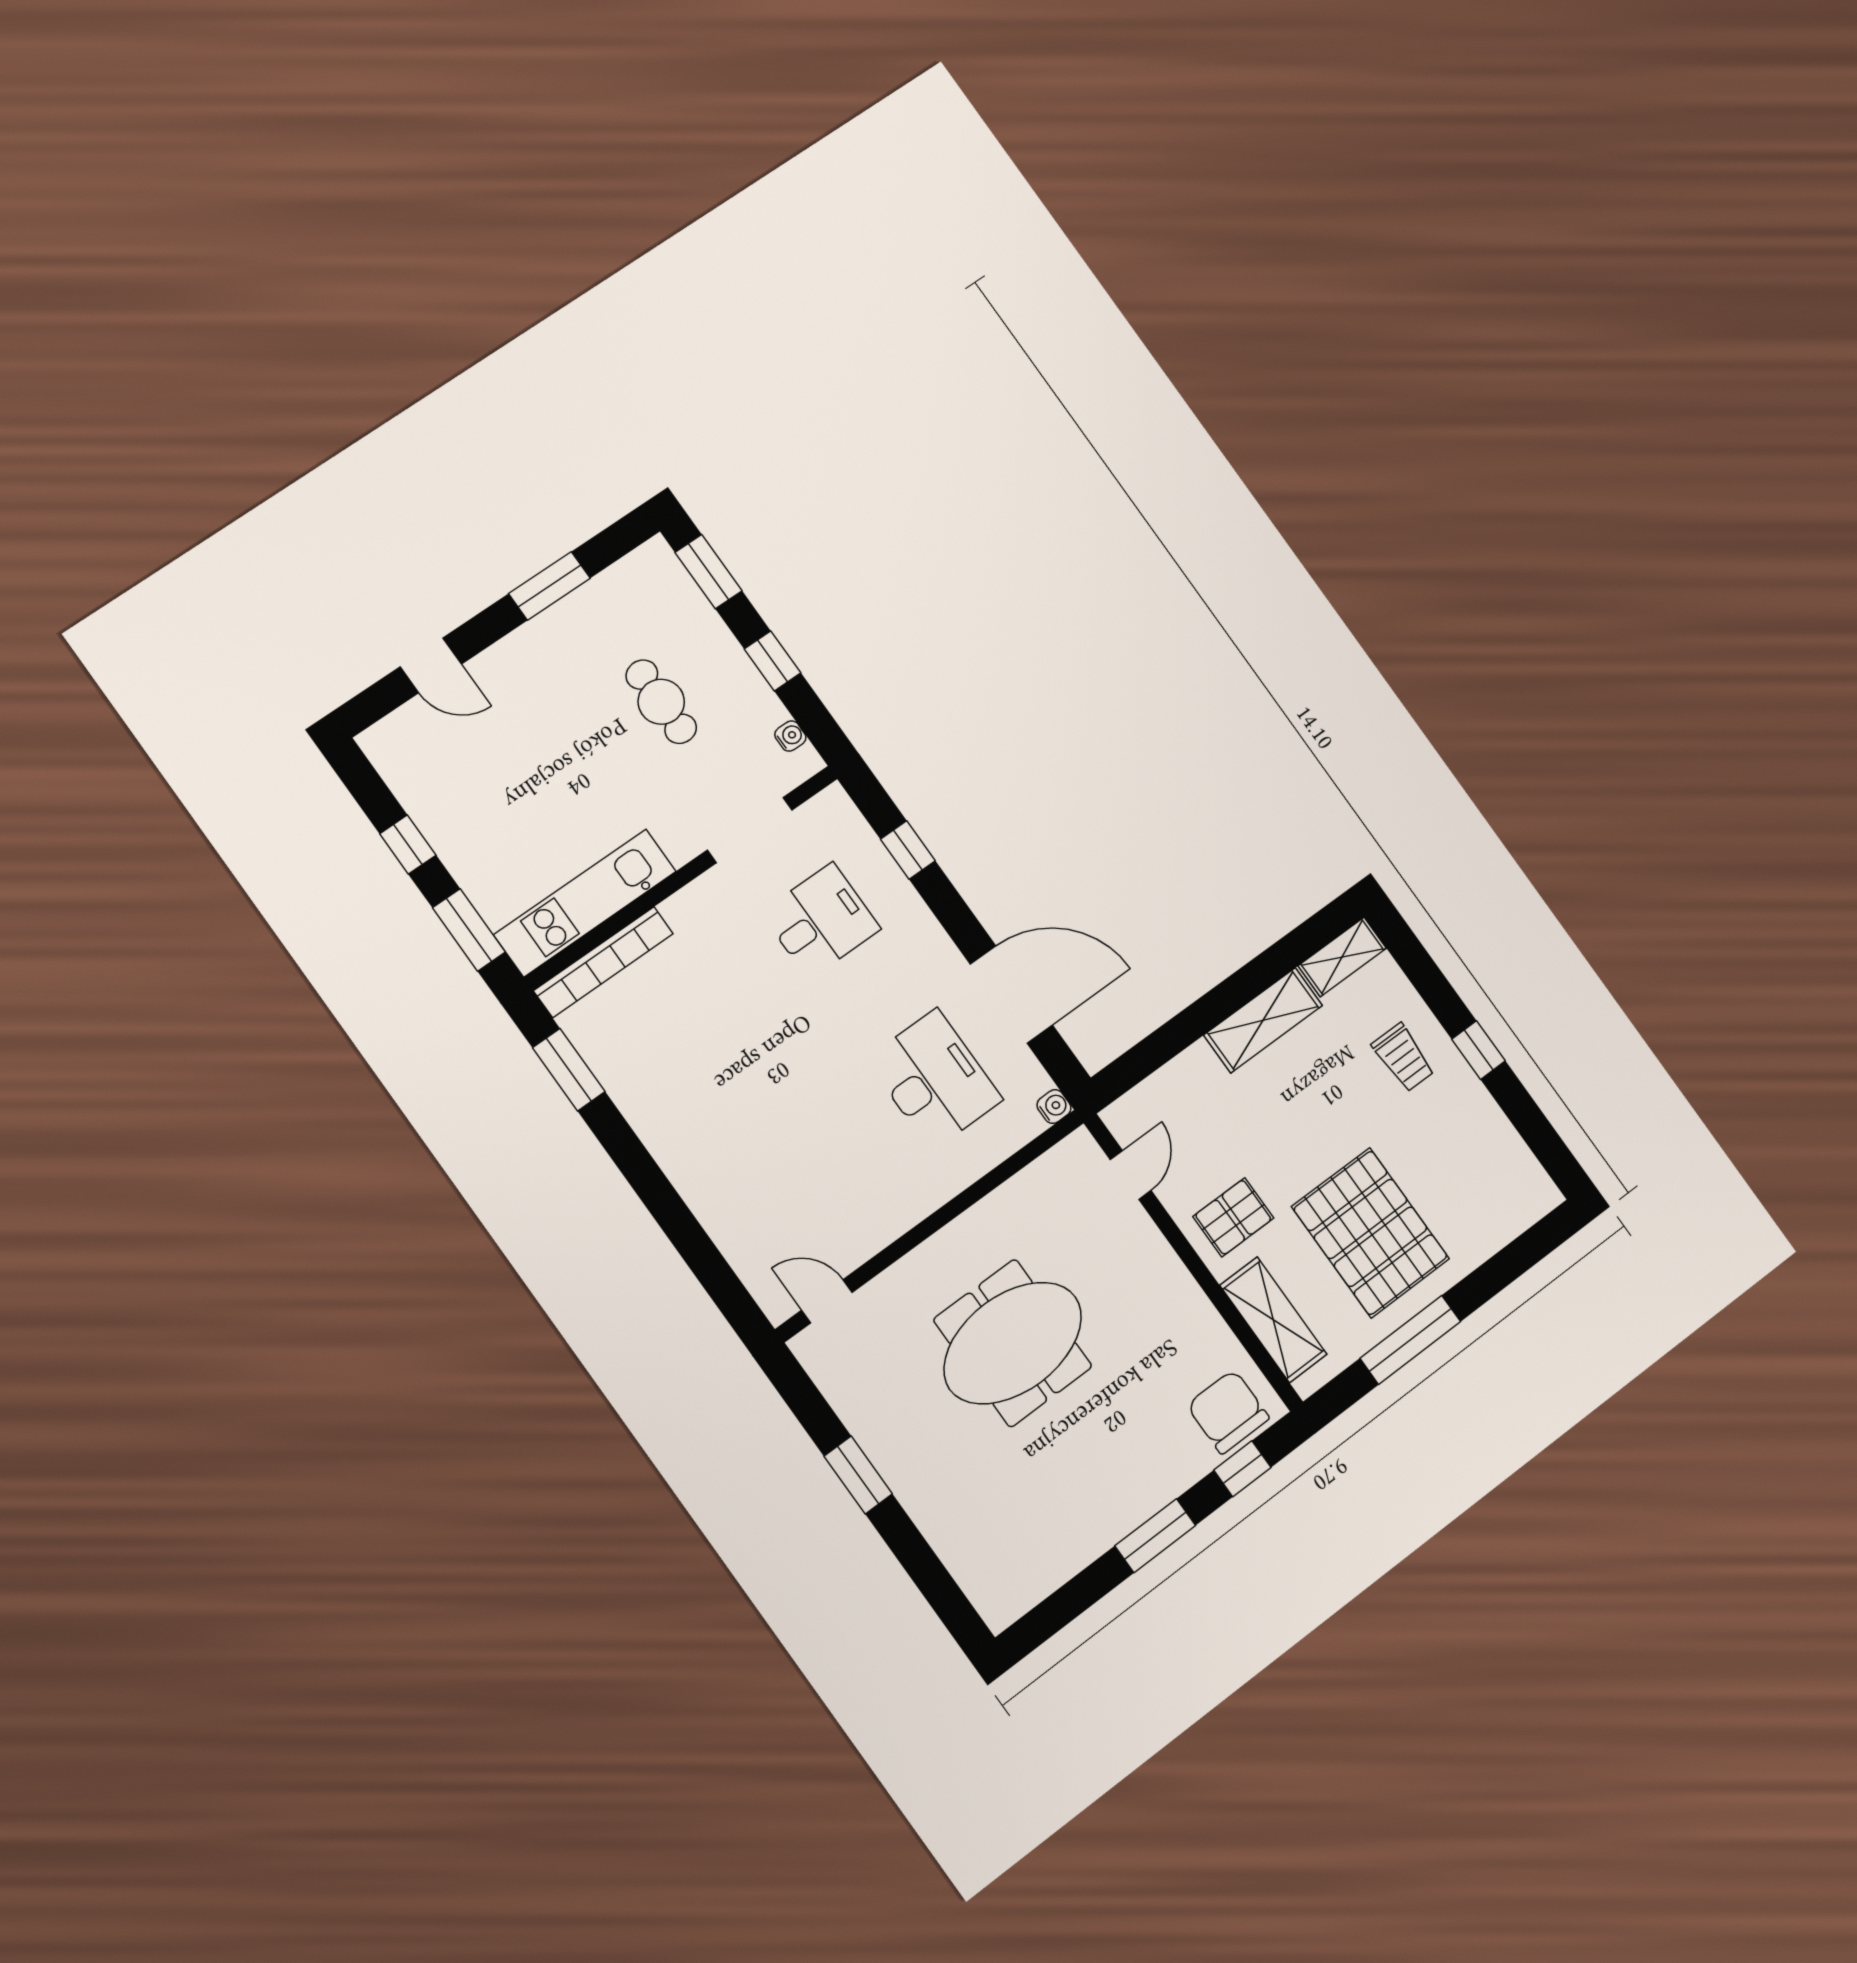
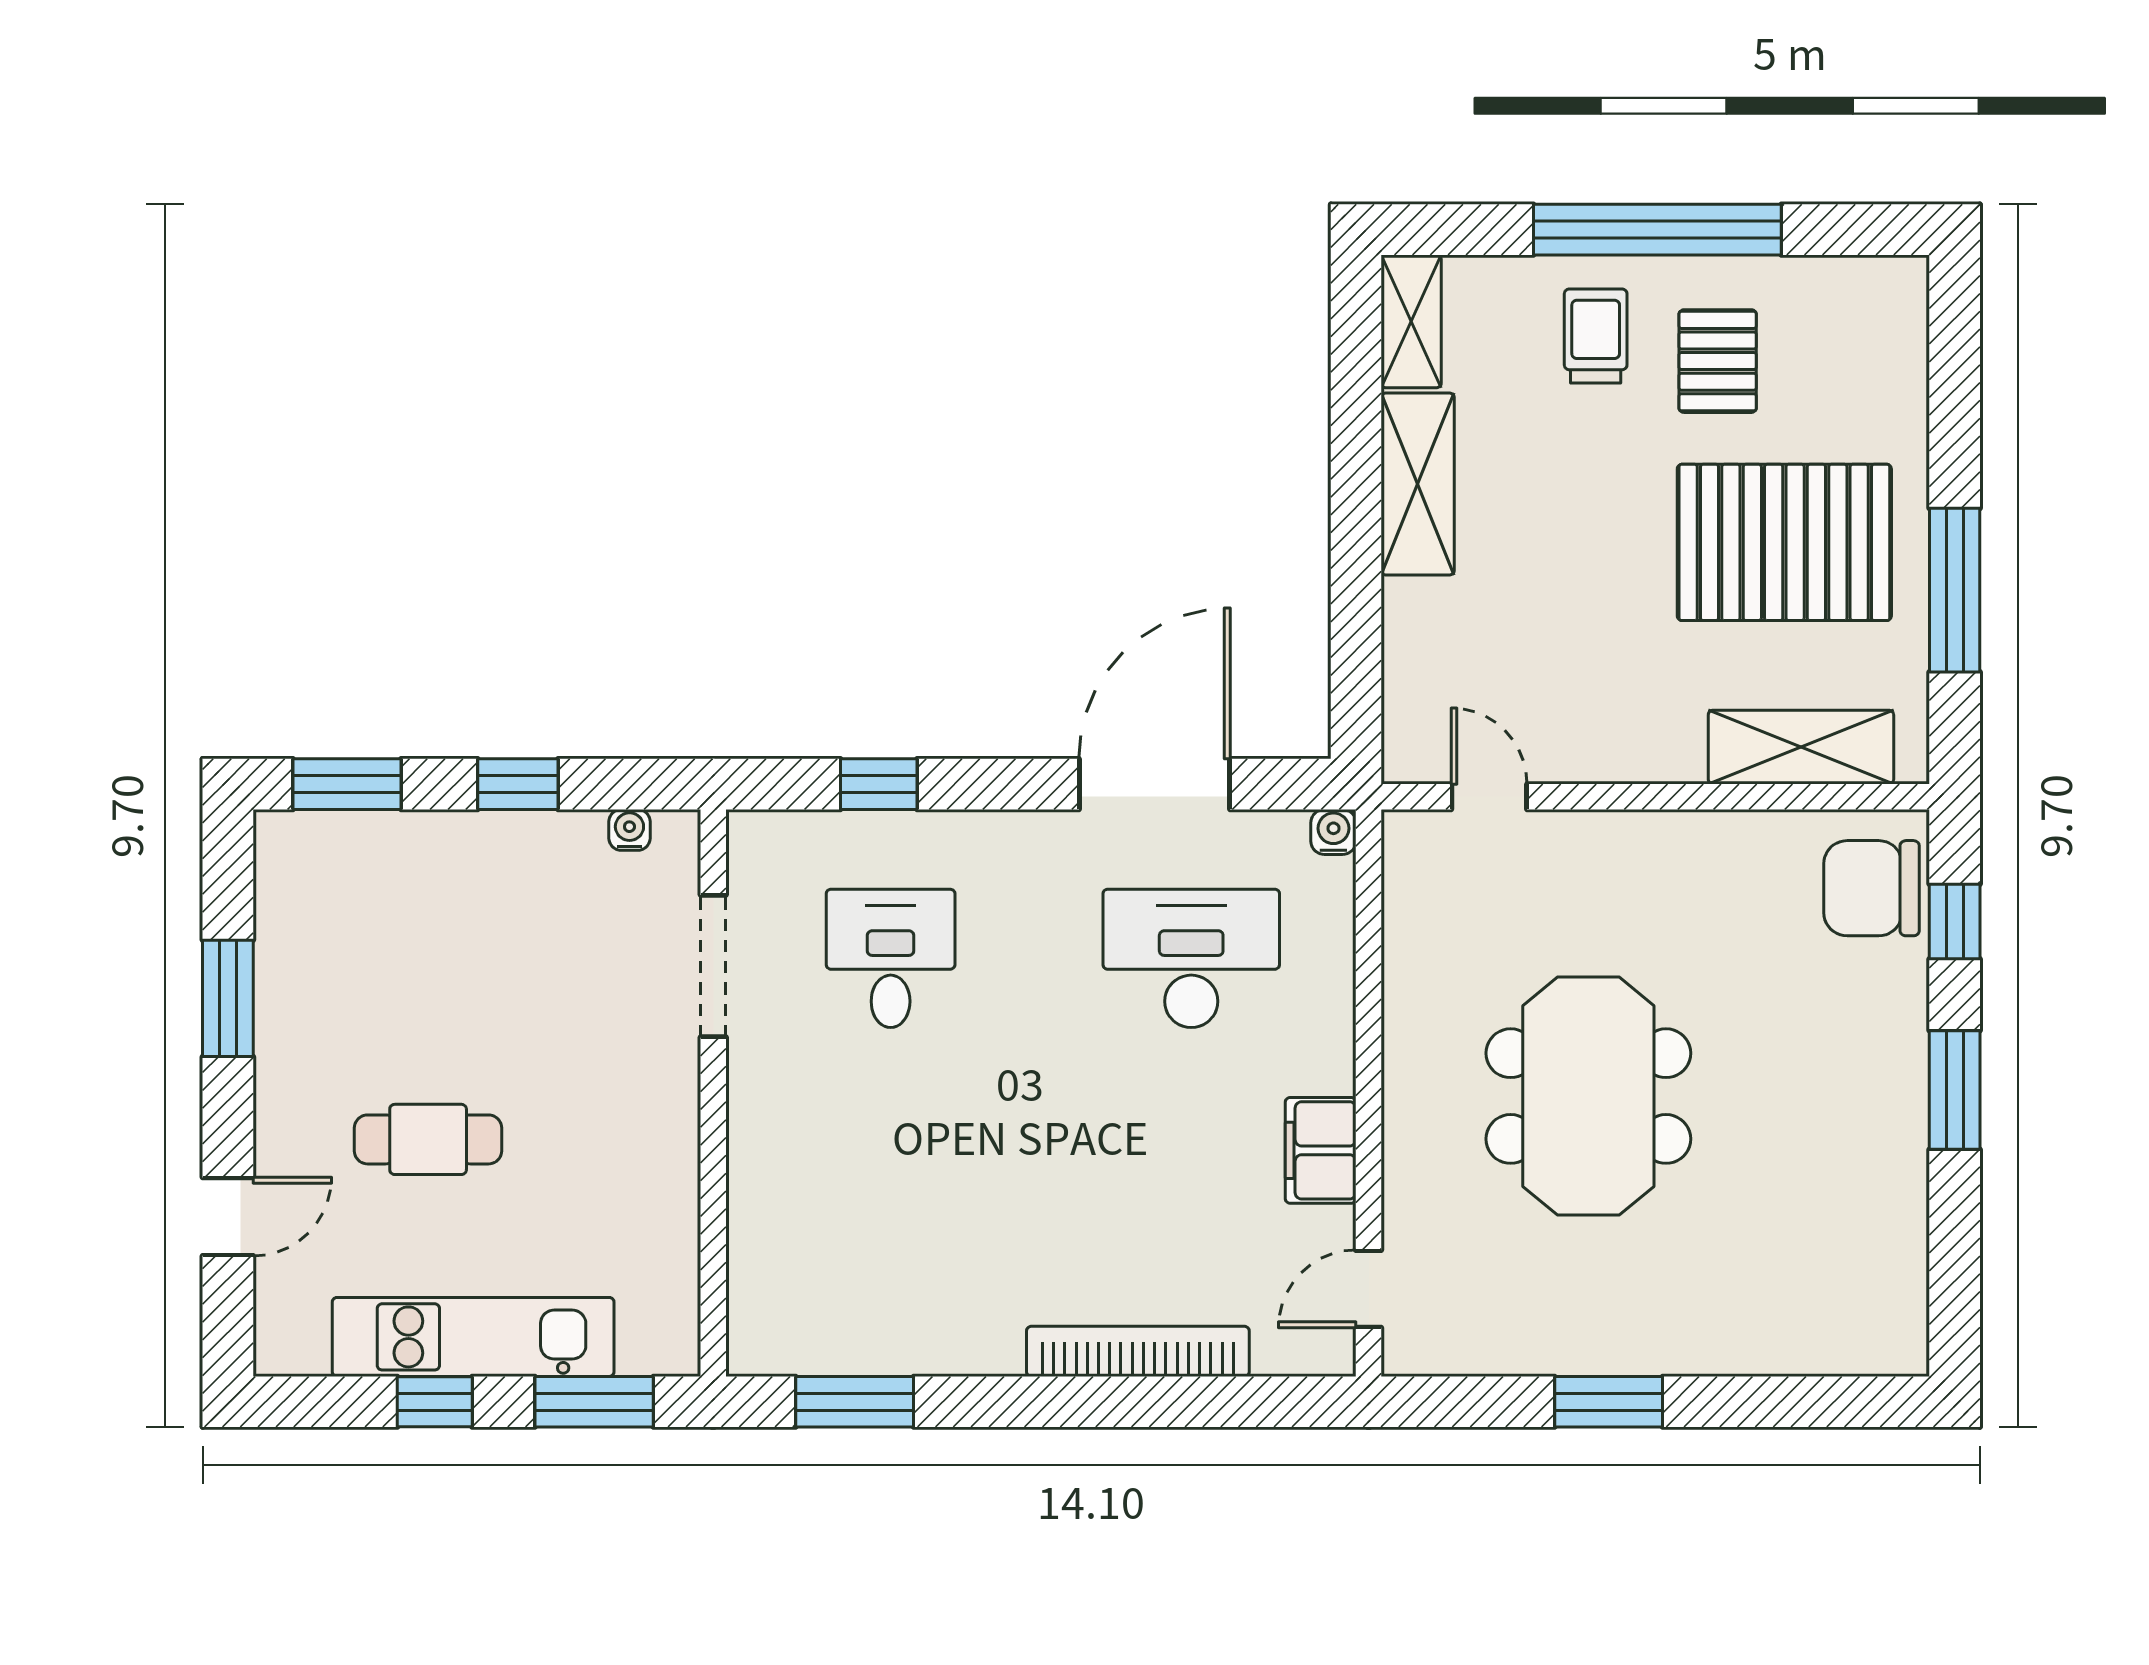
cafe table: (661, 702) -> (428, 1139), moved
kitchen unit: (585, 903) -> (473, 1337), moved, turned 90
bookcase: (603, 962) -> (1138, 1351), moved, turned -90
window: (1479, 1050) -> (1657, 230), width x3.17
trolley: (1403, 1058) -> (1596, 336), turned -90
pallet: (1233, 1217) -> (1718, 361), moved
filing cabinet: (882, 1222) -> (1321, 1150), added

